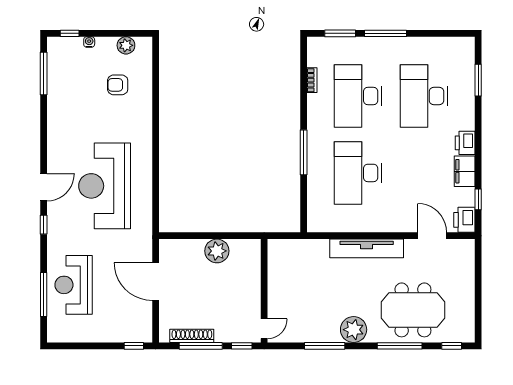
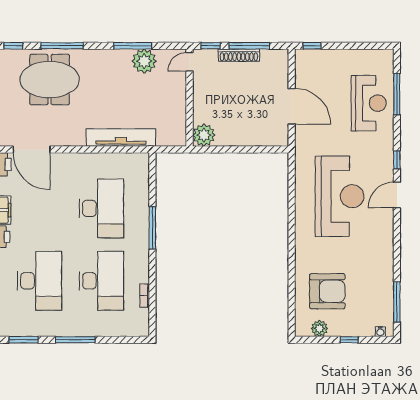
window: (70, 33) -> (349, 340), moved
window: (340, 33) -> (23, 340), moved
water cooler: (89, 42) -> (380, 332), moved
armchair: (118, 85) -> (327, 291), width x1.88, depth x1.88
door: (432, 236) -> (32, 149), width x1.36
tv unit: (367, 248) -> (121, 137), moved
plant: (217, 251) -> (204, 135), moved
plant: (354, 330) -> (144, 61), moved
shoe rack: (192, 336) -> (239, 55), moved

